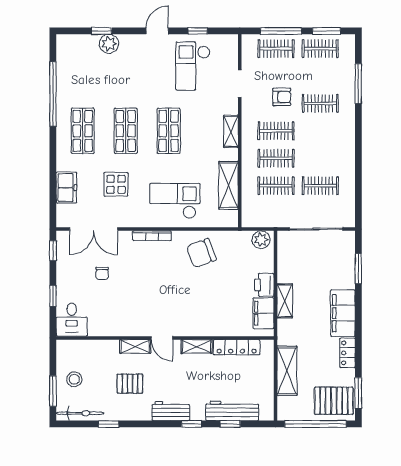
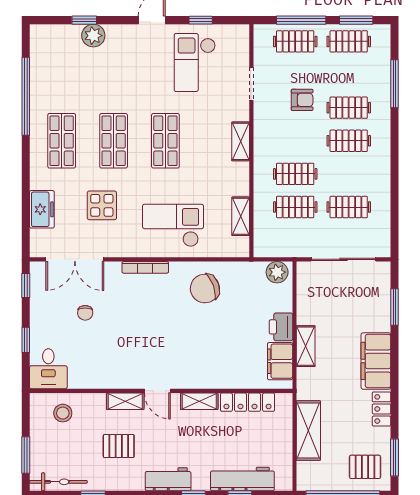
clothes rail: (276, 131) -> (349, 141), moved
shelving: (228, 185) -> (241, 216), width x0.67, depth x0.75
stool: (74, 379) -> (63, 413), moved
pallet: (334, 401) -> (365, 467), width x0.67, depth x0.71

